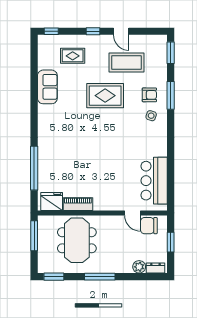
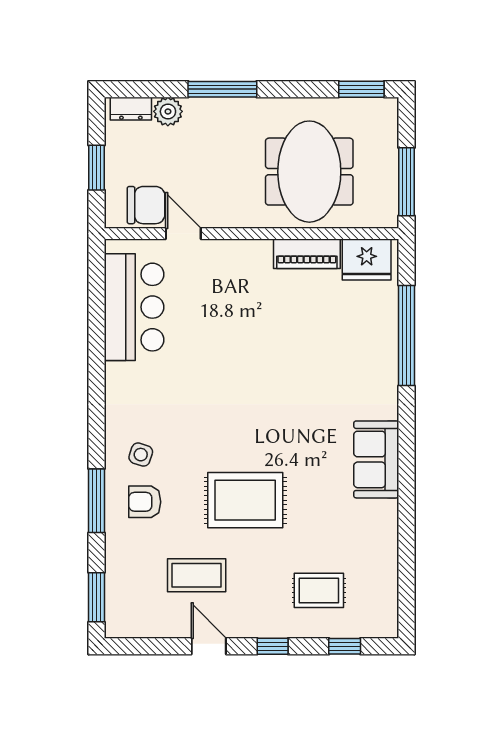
window: (51, 31) -> (345, 646), moved
coffee table: (127, 62) -> (197, 575), width x0.73, depth x0.76
sofa: (47, 87) -> (376, 459), moved
window: (100, 277) -> (222, 89), moved

